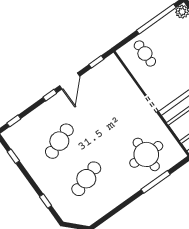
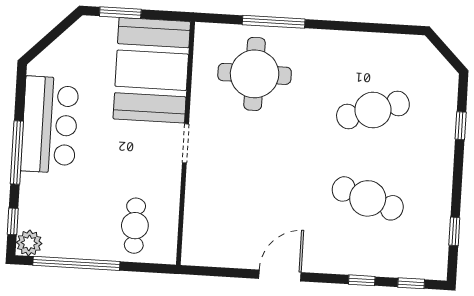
window: (96, 62) -> (217, 272), removed
window: (50, 95) -> (362, 280), moved
cafe table: (59, 141) -> (368, 198), turned 39

